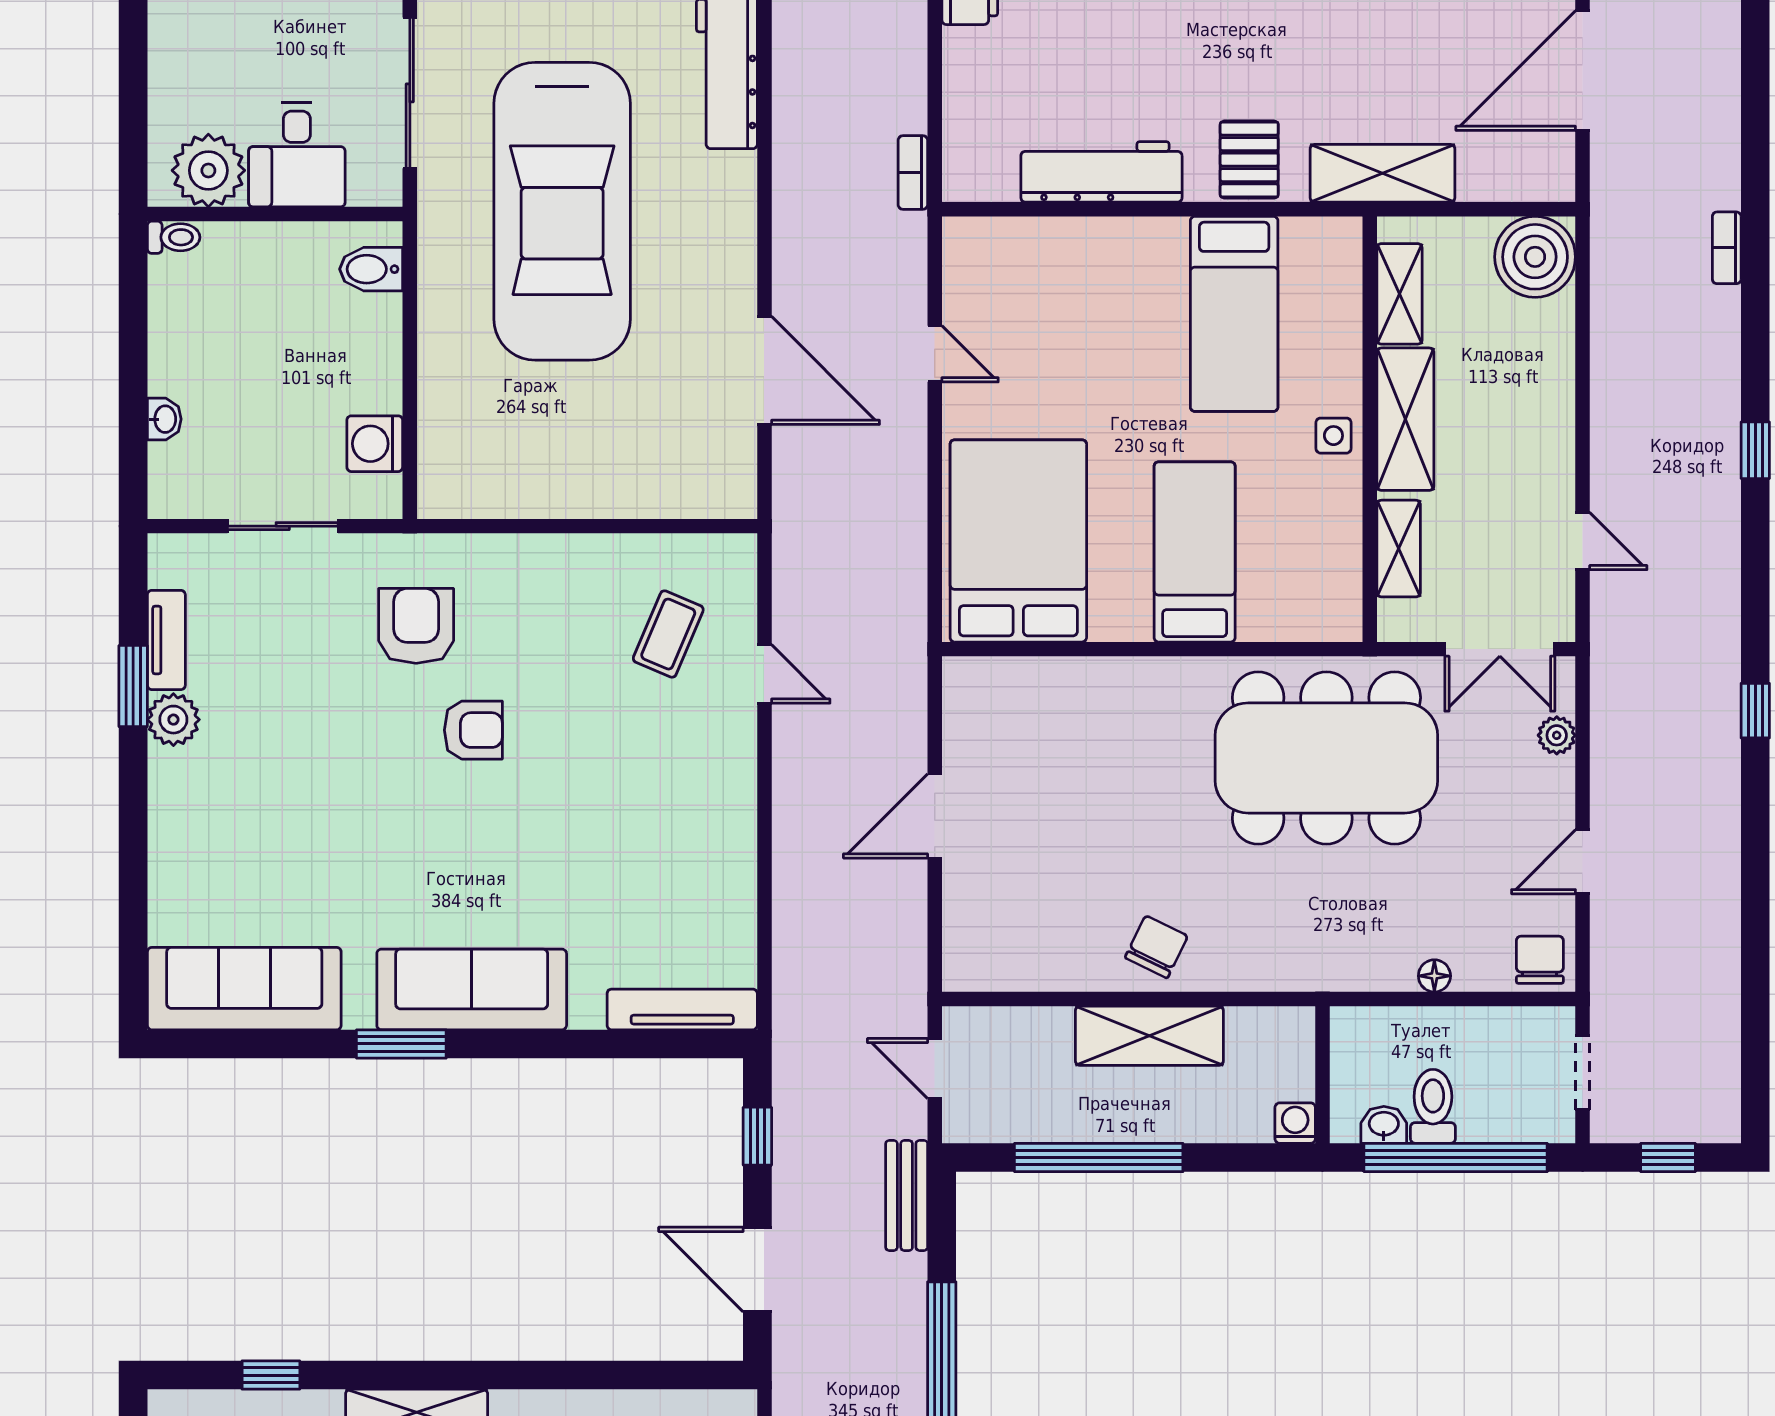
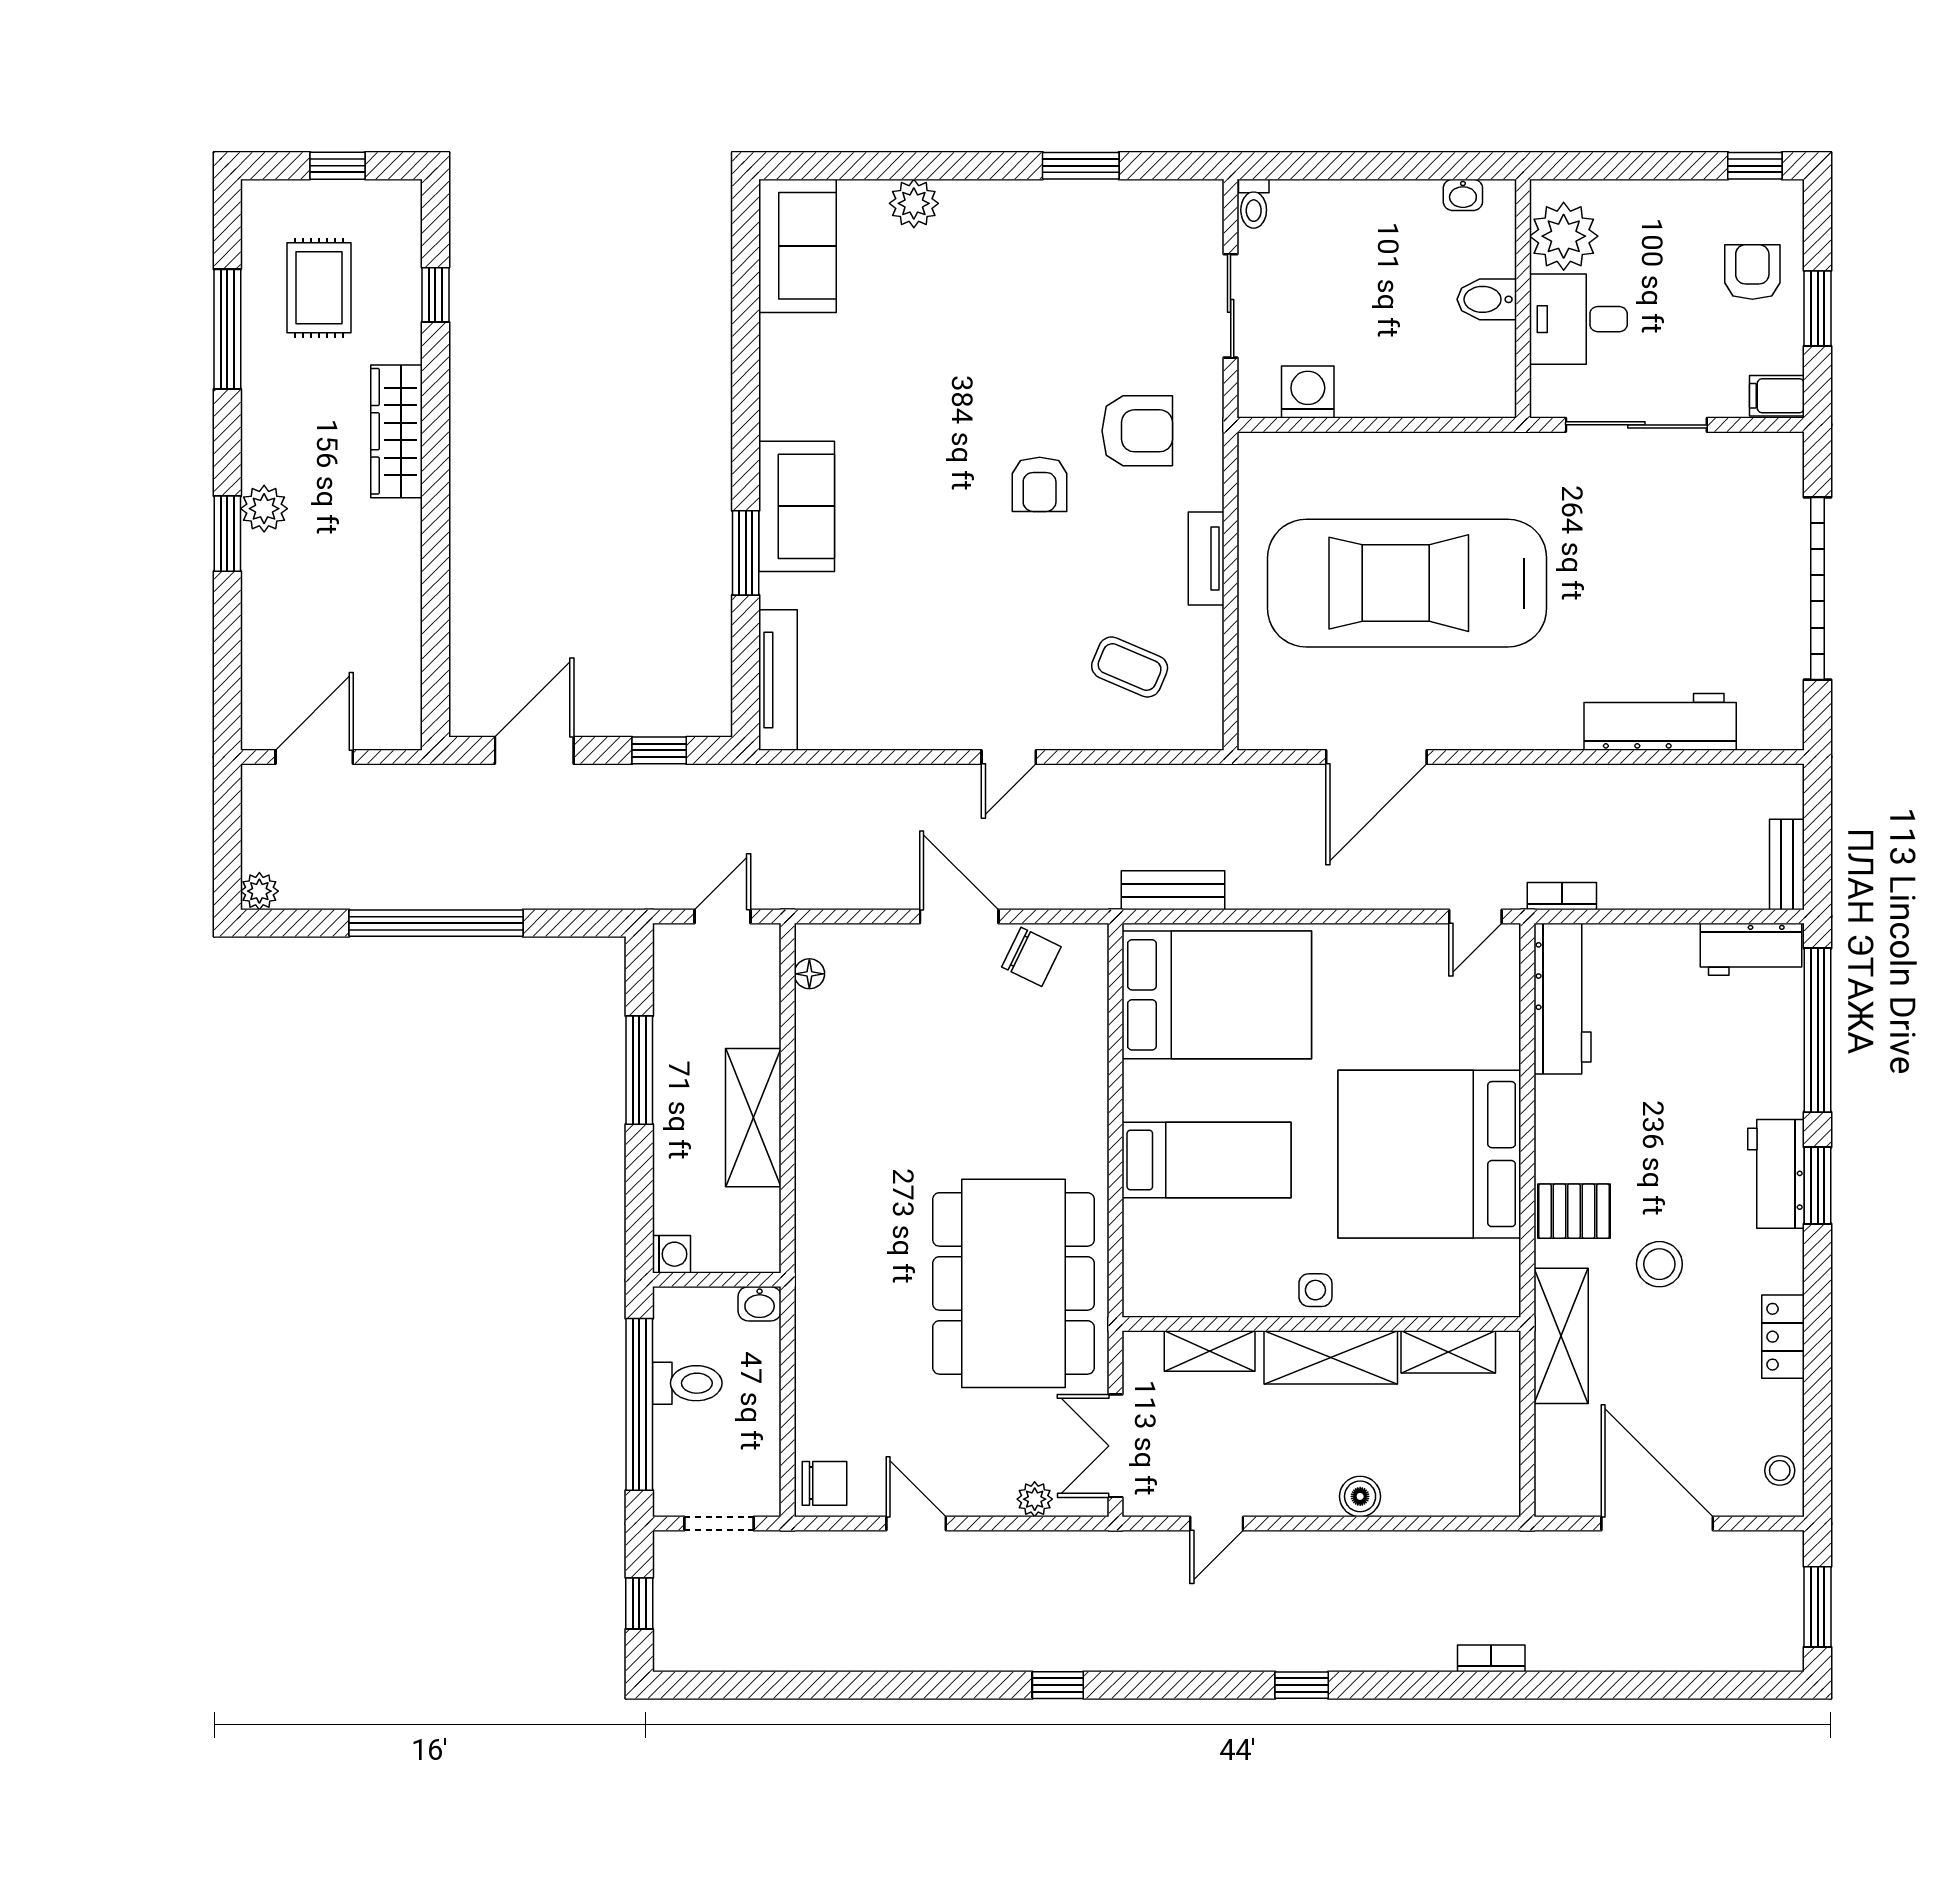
stool: (1306, 68) -> (1659, 1264), added
workbench: (1101, 172) -> (1562, 999), moved
car: (562, 211) -> (1407, 583), moved
toilet: (174, 237) -> (1254, 204), moved
boiler: (1535, 257) -> (1360, 1496), moved, width x0.54, depth x0.54
bidet: (371, 269) -> (1487, 299), moved, turned -90
bed: (1234, 314) -> (1429, 1154), width x2.04
door: (935, 354) -> (1475, 917), moved
washbasin: (164, 419) -> (1463, 195), moved
tv unit: (166, 640) -> (1206, 559), moved, turned 90
door: (764, 674) -> (1009, 757), moved
plant: (173, 720) -> (914, 203), moved
chair: (1156, 947) -> (1031, 957), moved
floor lamp: (1434, 976) -> (809, 974), moved
sofa: (244, 989) -> (797, 246), width x0.73
sofa: (472, 989) -> (797, 506), width x0.73
window: (401, 1044) -> (746, 553), moved
washbasin: (1384, 1125) -> (760, 1304), moved, turned 90
window: (1099, 1157) -> (639, 1070), width x0.68
bench: (907, 1195) -> (1173, 890), moved

